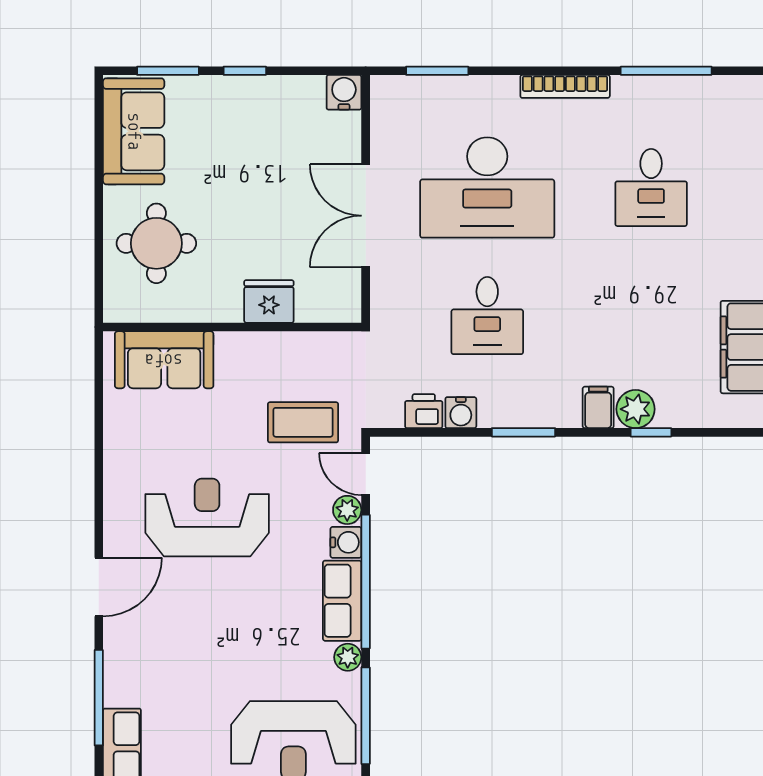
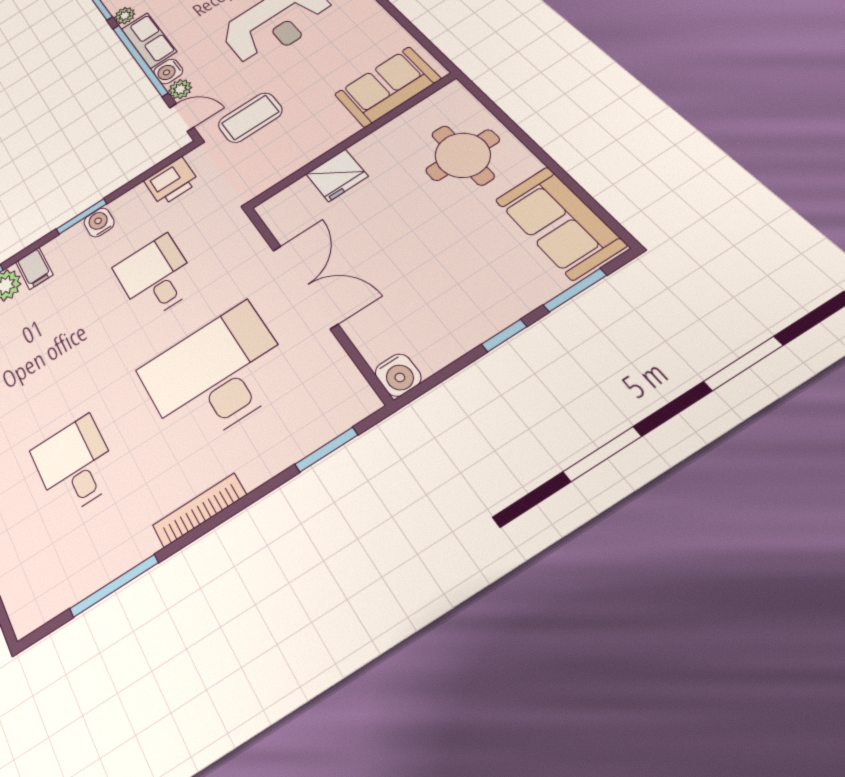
printer: (424, 411) -> (171, 181), width x1.36, depth x1.24
water cooler: (461, 413) -> (99, 222), moved

